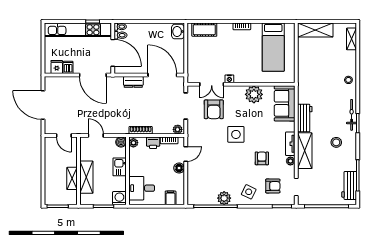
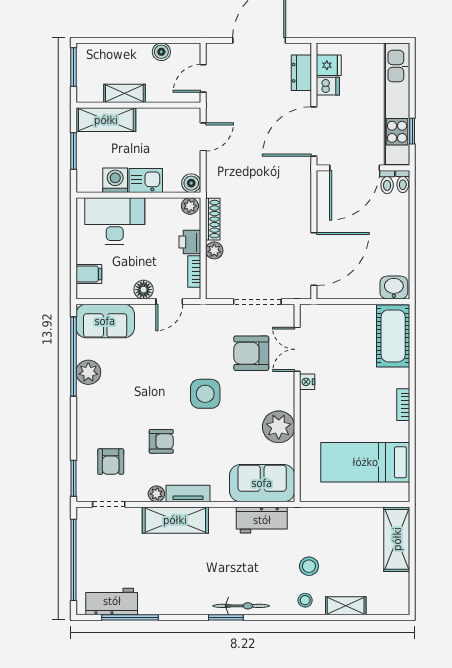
cot: (204, 30) -> (393, 336), width x1.37, depth x1.34
shelving: (352, 39) -> (346, 606), moved
dresser: (133, 82) -> (301, 73), moved
workbench: (305, 118) -> (262, 520), moved
plant: (178, 129) -> (214, 250), moved
stool: (336, 142) -> (309, 566), moved
door: (186, 154) -> (169, 302), hinge flipped
boiler: (49, 158) -> (161, 52), added
shelving: (86, 177) -> (106, 120), moved
desk: (142, 188) -> (115, 221), width x1.37
sofa: (196, 189) -> (105, 321), added
side table: (249, 192) -> (100, 417), removed
washing machine: (119, 198) -> (115, 180), moved, turned -90

